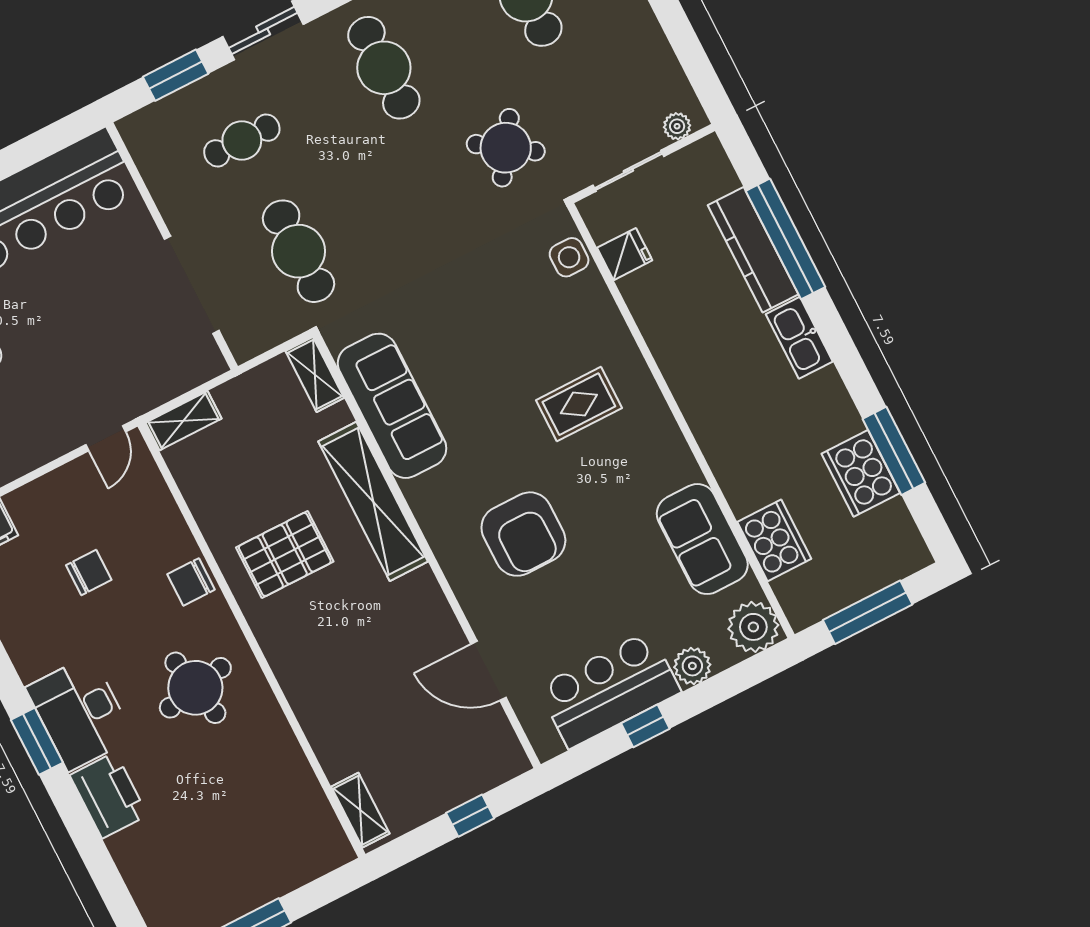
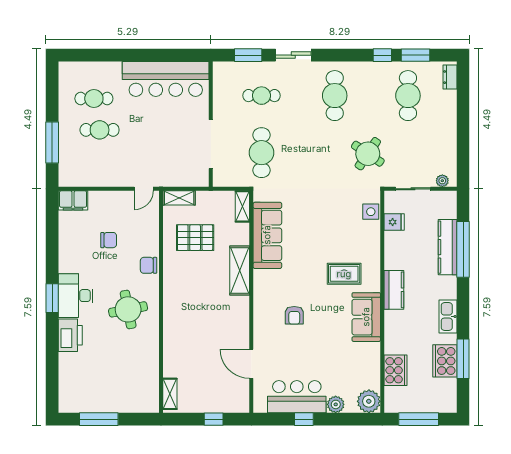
kitchen sink: (799, 338) -> (448, 317), moved
kitchen counter: (691, 386) -> (394, 290), added
shelving: (373, 501) -> (240, 270), width x0.68
armchair: (523, 534) -> (294, 315), width x0.53, depth x0.53
sofa: (702, 539) -> (366, 317), moved
pallet: (285, 554) -> (195, 238), moved

